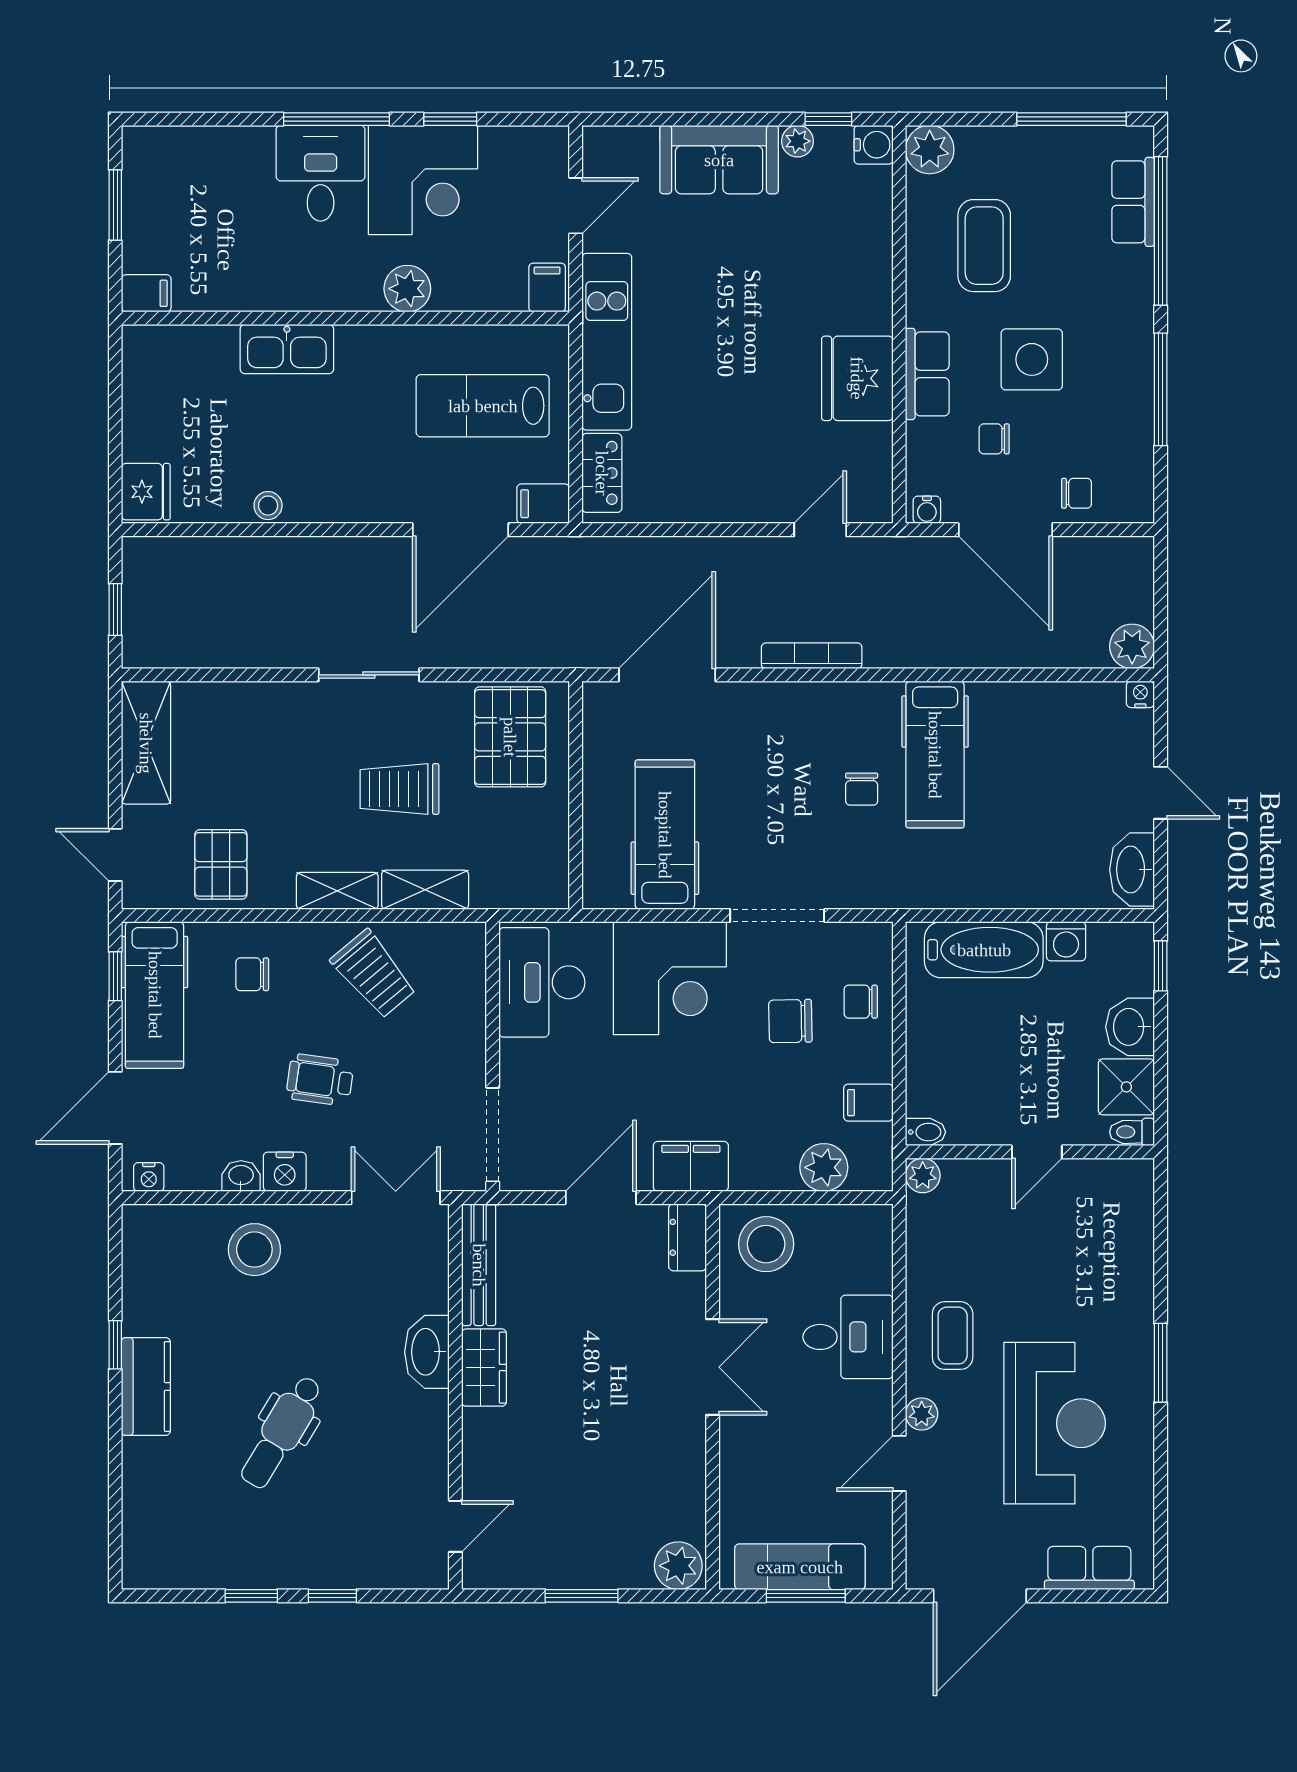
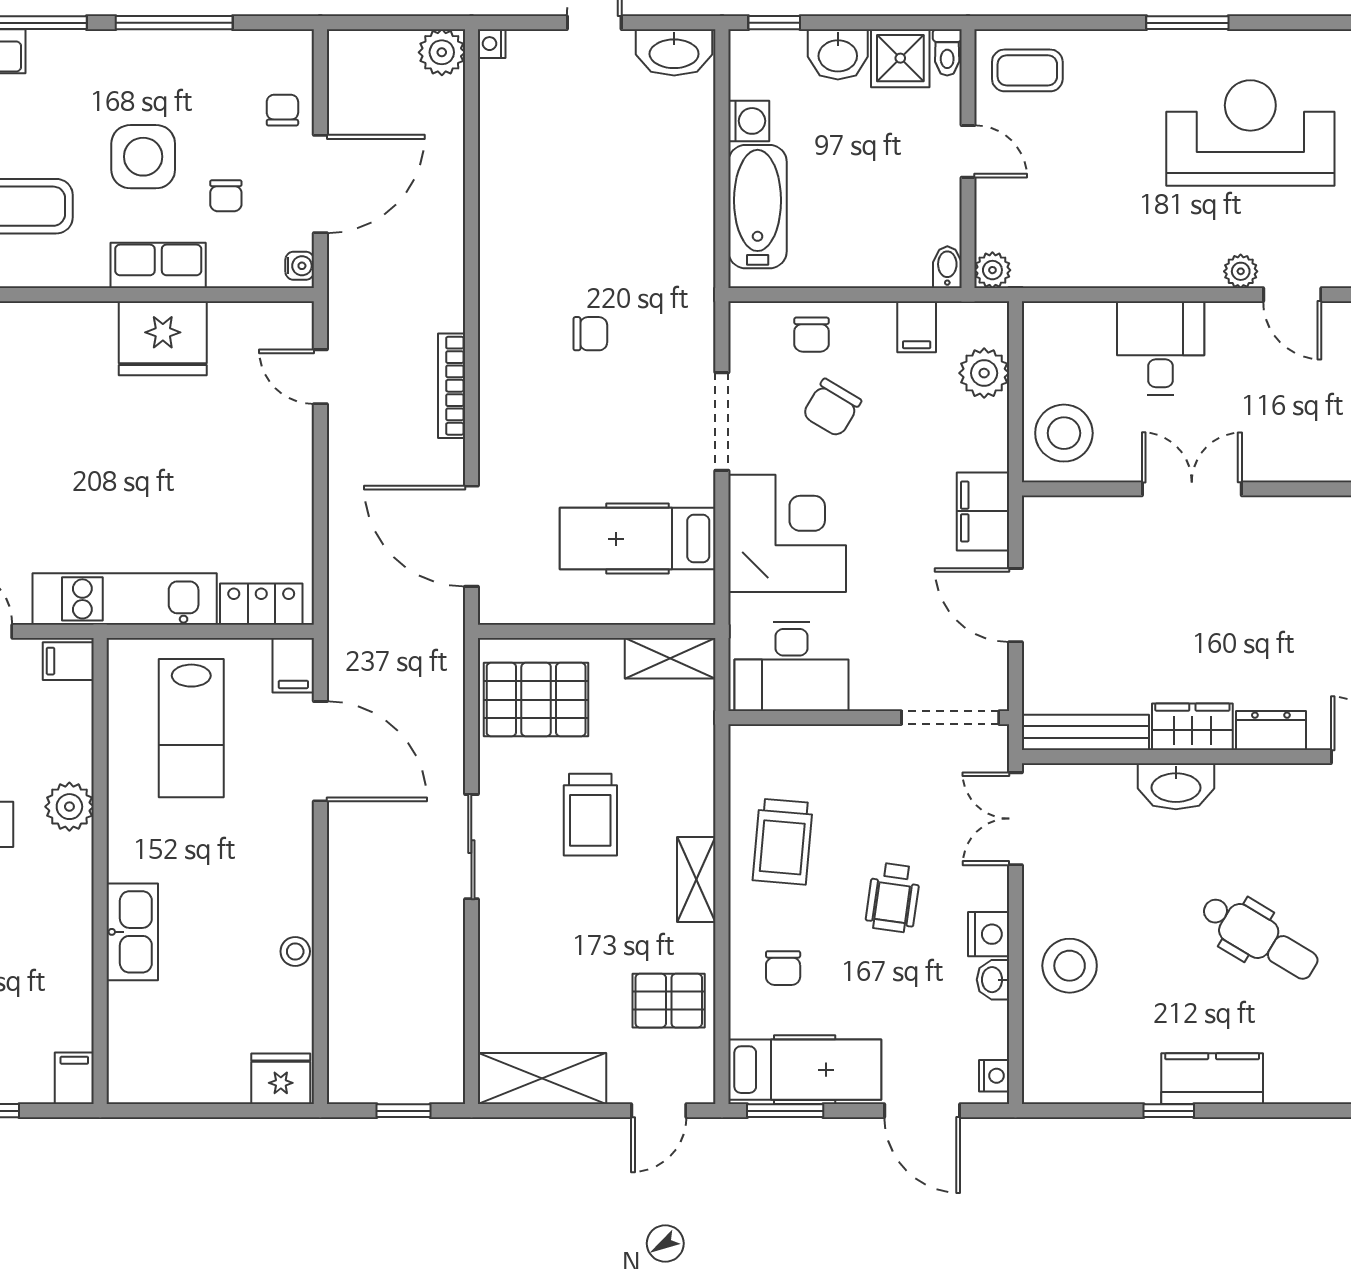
hospital bed: (935, 755) -> (554, 257), removed
shelving: (425, 890) -> (670, 658), moved, turned 90
trolley: (374, 974) -> (783, 842), turned 135
window: (115, 976) -> (785, 1111), width x1.50
chair: (790, 1021) -> (832, 408), turned 32
dresser: (688, 1237) -> (1271, 730), moved, turned 180
coffee table: (953, 1336) -> (1027, 70), moved

